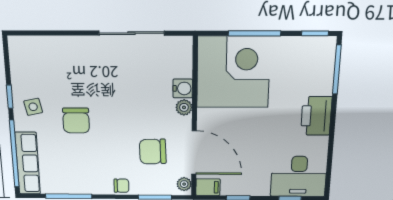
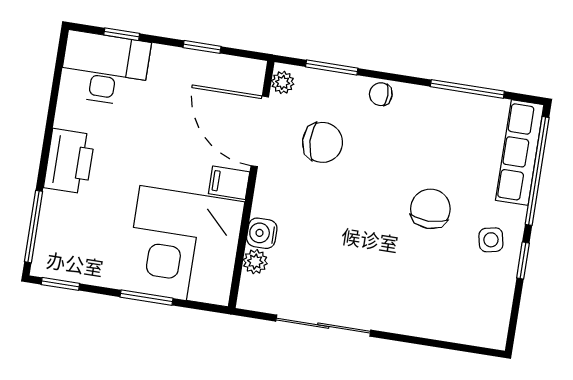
window: (254, 33) -> (147, 298), width x0.69
plant: (184, 107) -> (255, 262), moved
filing cabinet: (208, 187) -> (229, 183), moved

